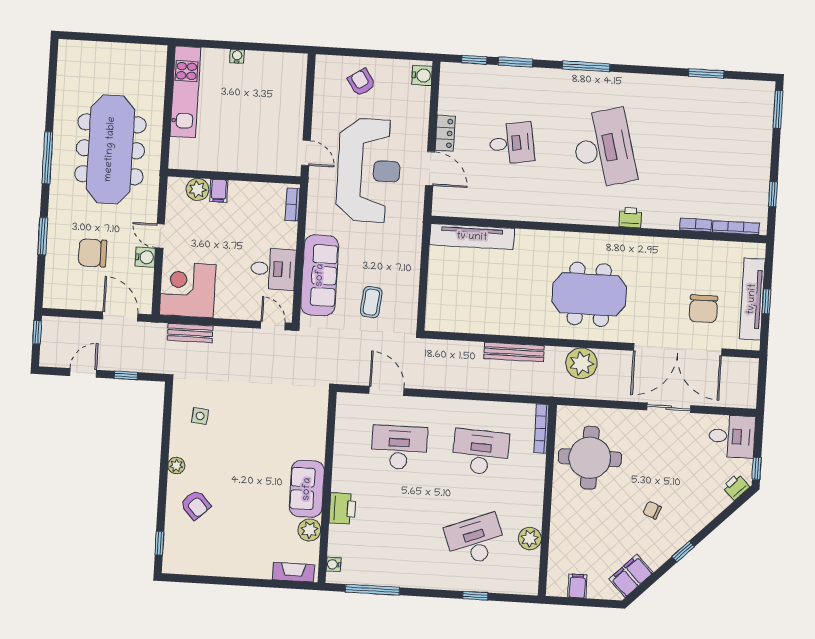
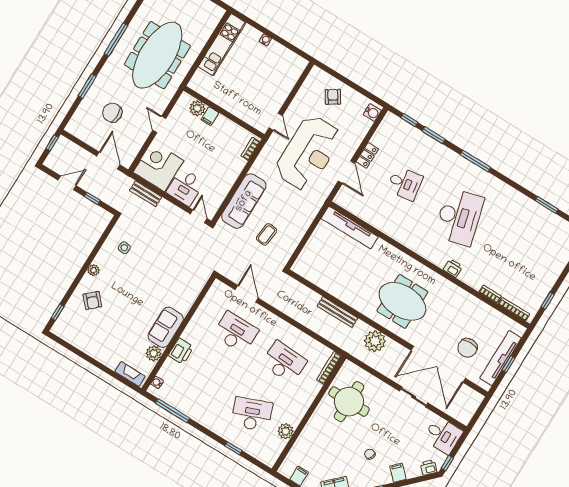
water cooler: (145, 257) -> (143, 133), removed
desk: (273, 269) -> (185, 187), moved, turned 90
filing cabinet: (701, 514) -> (398, 473), added

